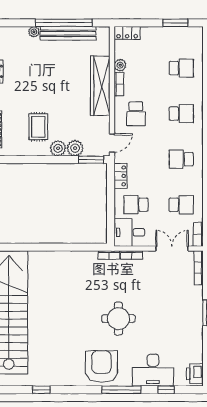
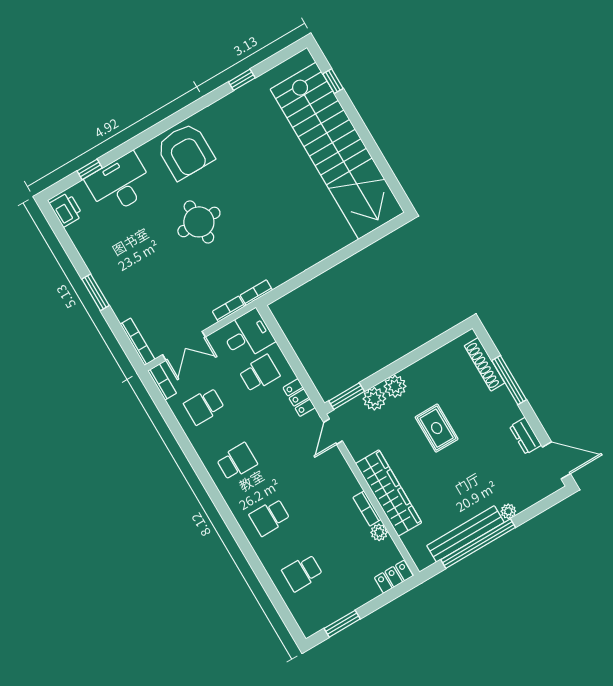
school desk: (136, 114) -> (325, 485), removed
rug: (38, 127) -> (437, 428), moved
window: (122, 390) -> (144, 137), removed

